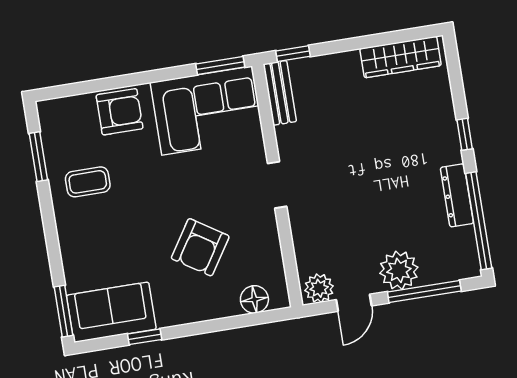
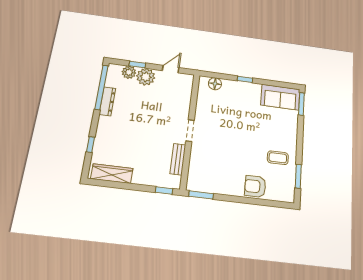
bench: (280, 93) -> (178, 159), moved
corner sofa: (207, 111) -> (213, 175), removed
window: (465, 134) -> (91, 145), moved
armchair: (200, 247) -> (233, 113), removed
plant: (319, 288) -> (129, 72), moved
window: (424, 291) -> (137, 65), width x0.46
window: (145, 337) -> (245, 79), moved

